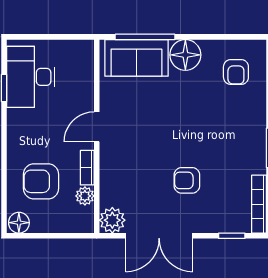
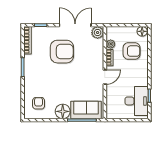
armchair: (187, 180) -> (62, 52), width x1.88, depth x1.88

